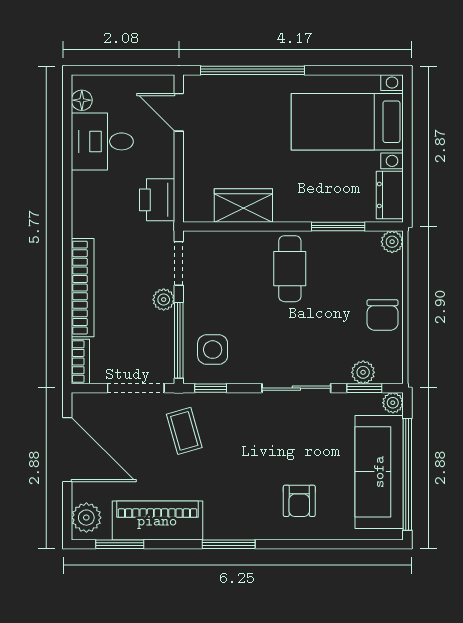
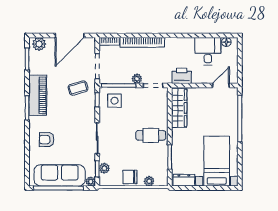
wardrobe: (243, 205) -> (179, 108), width x1.50
plant: (392, 242) -> (149, 181), moved
piano: (157, 521) -> (38, 95), moved

